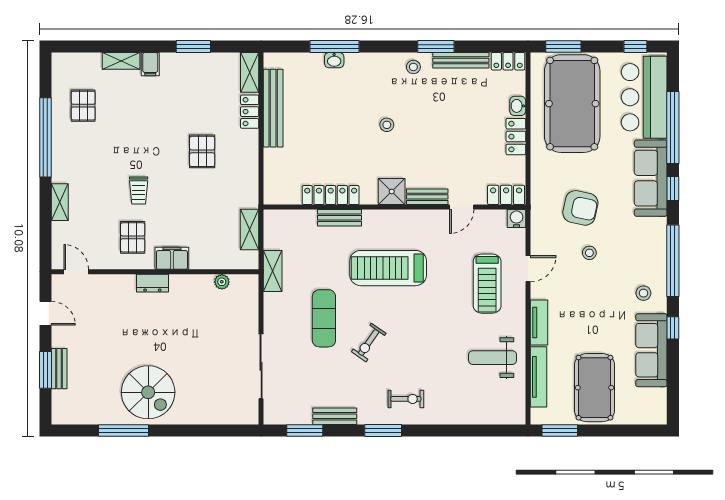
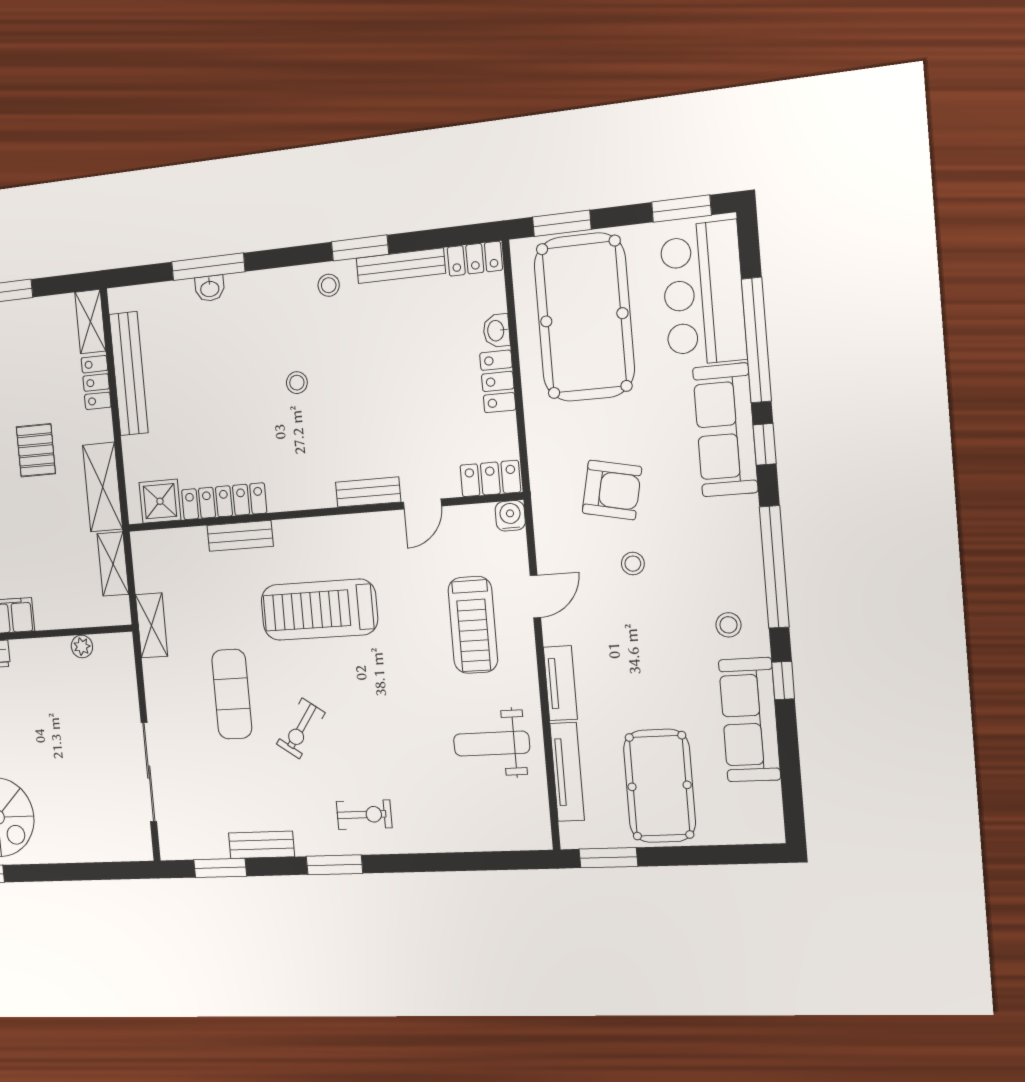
window: (635, 46) -> (681, 209), width x1.50
shelving: (247, 179) -> (103, 487), added
shower: (392, 191) -> (160, 501), moved

